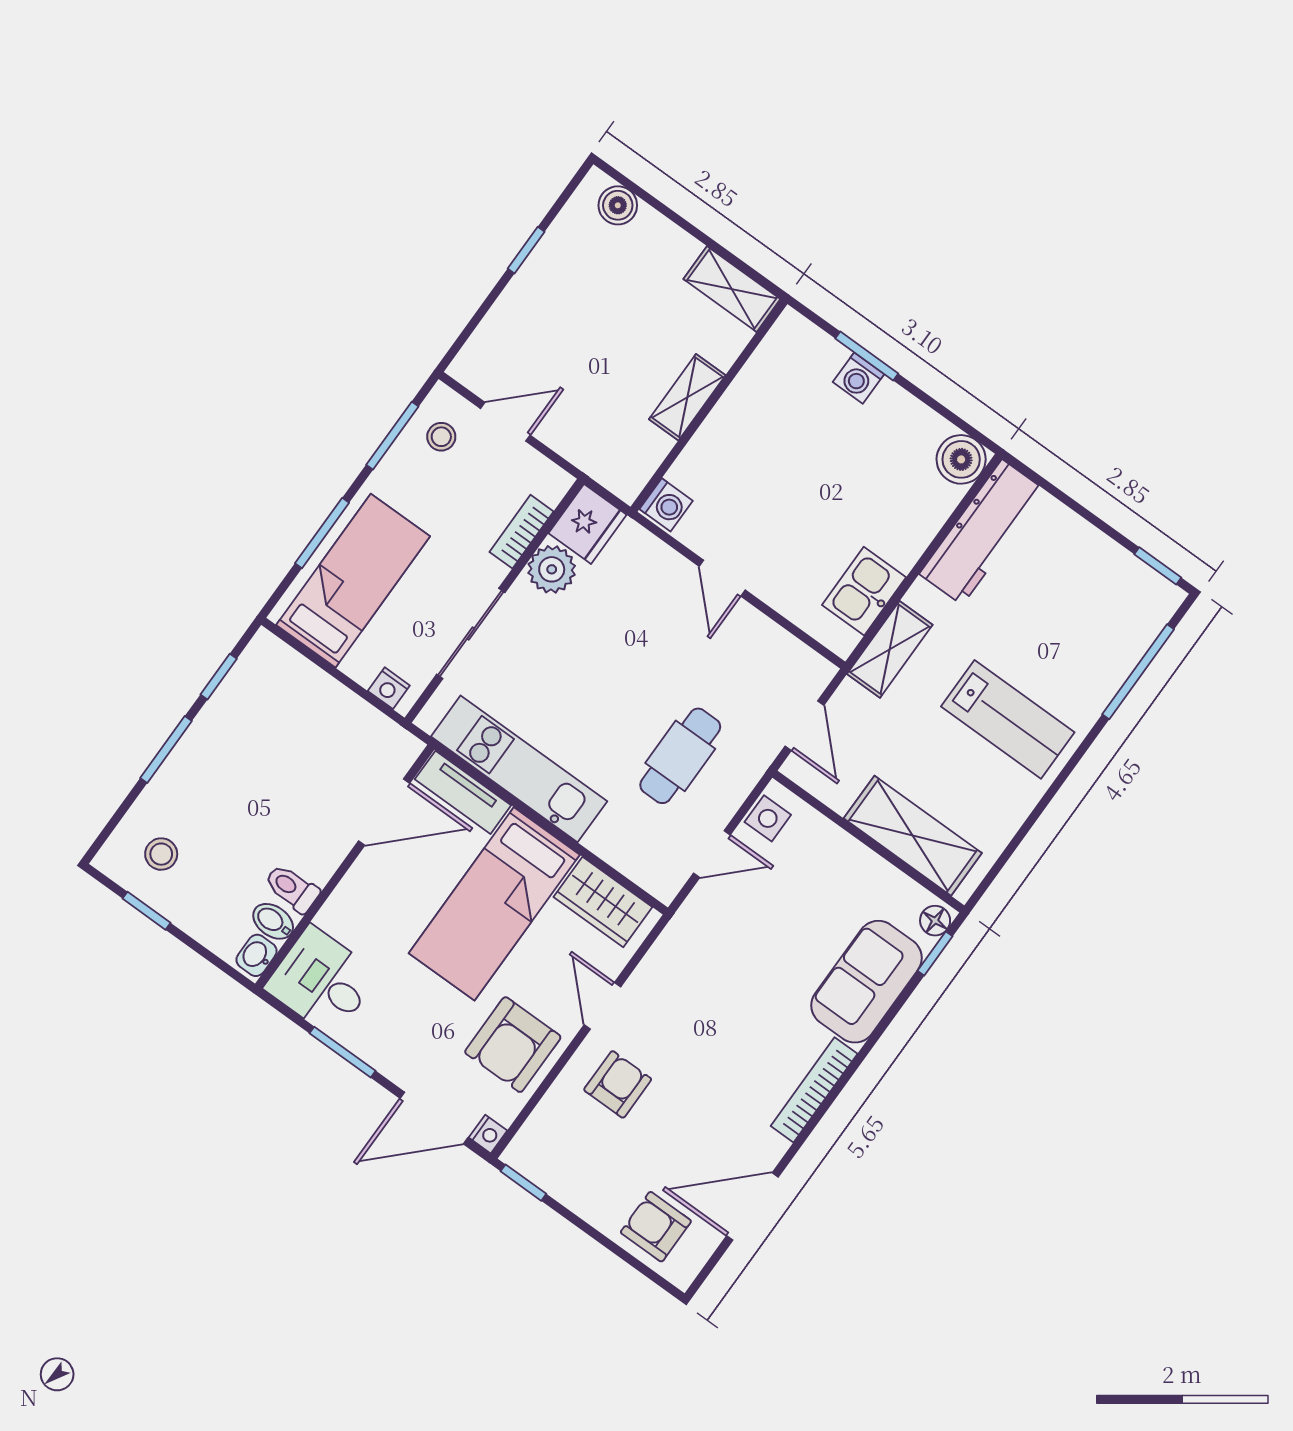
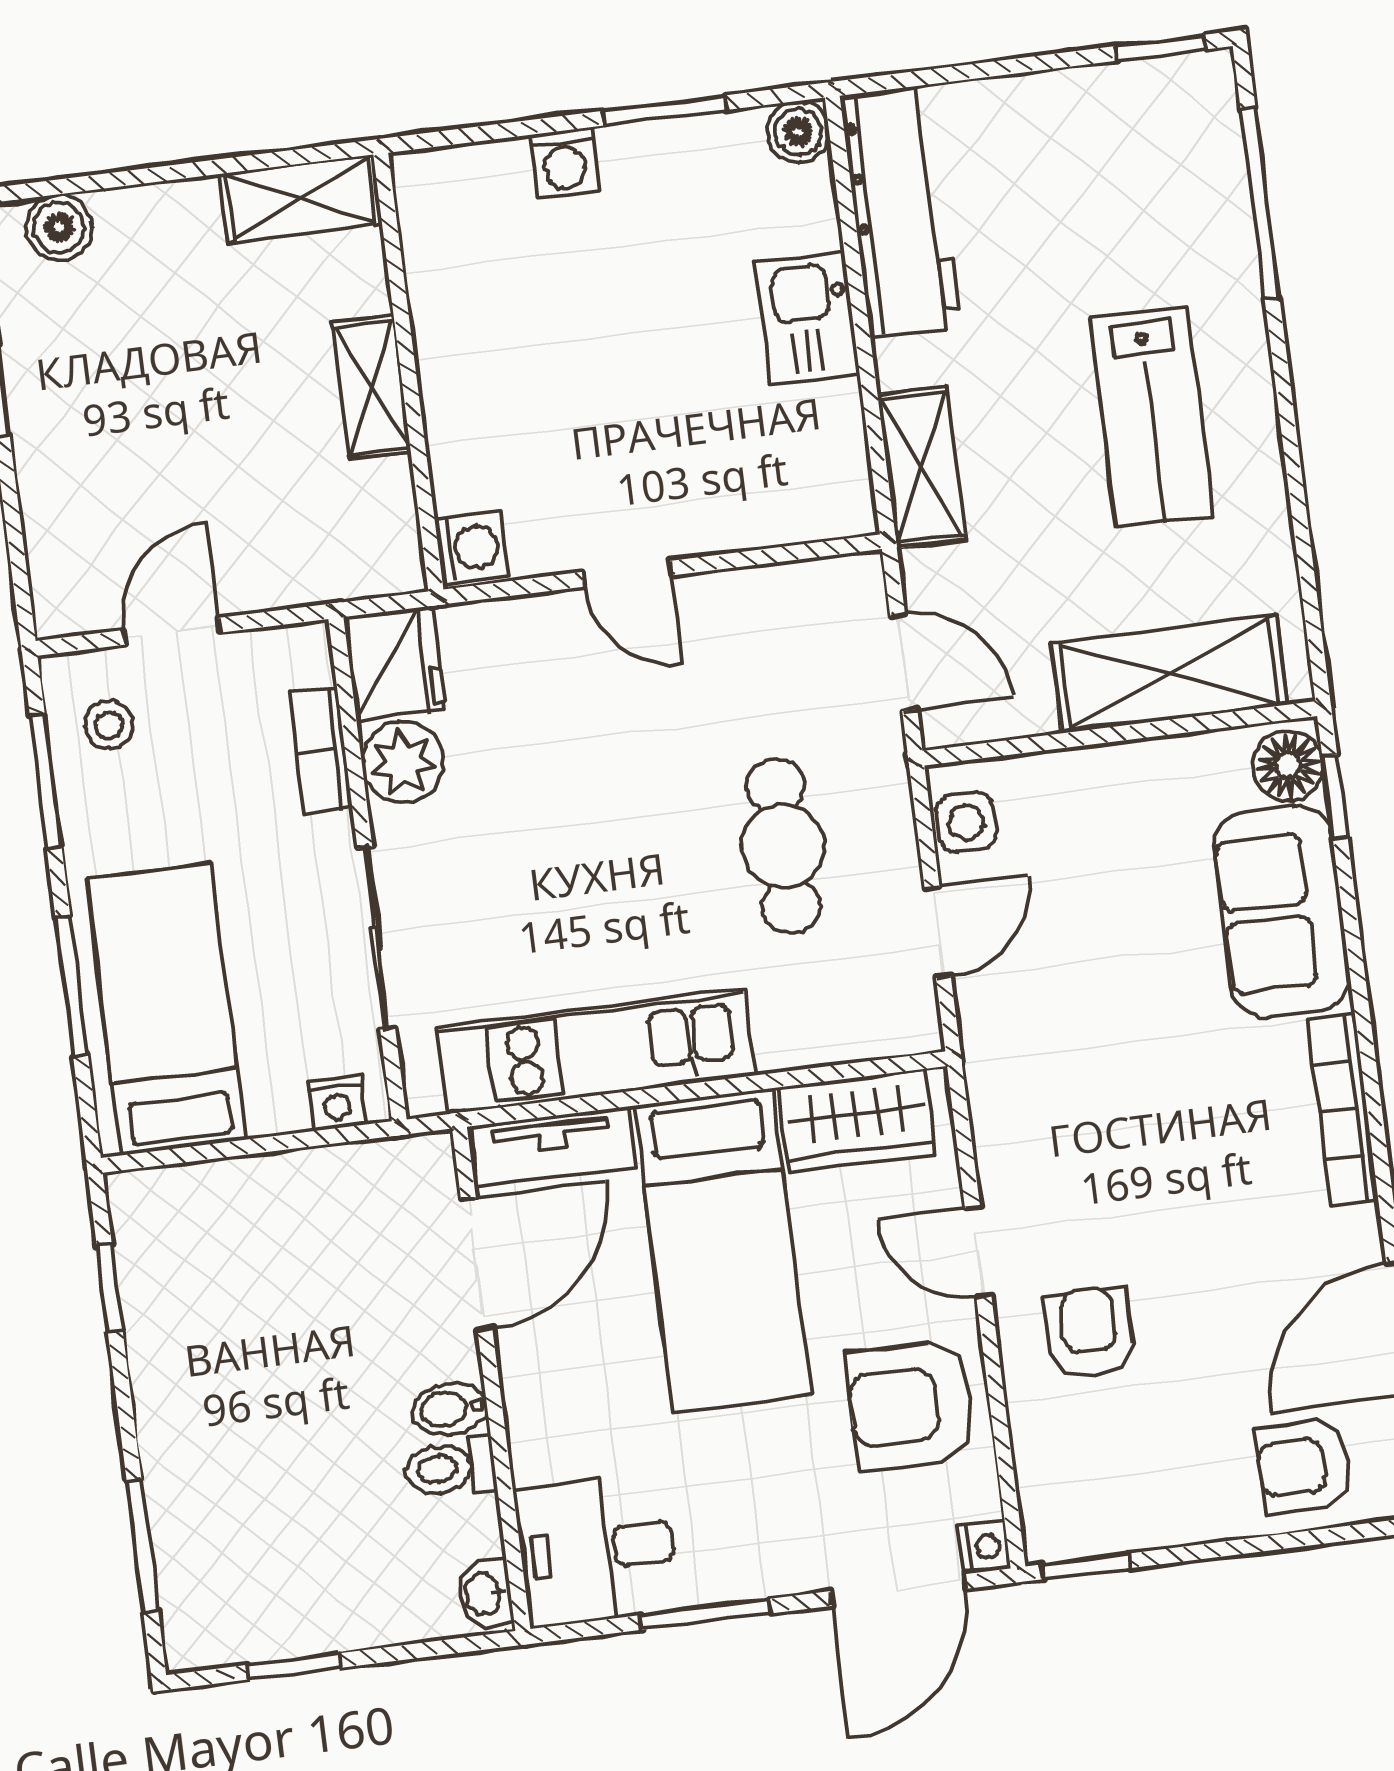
window: (867, 356) -> (665, 110), moved
boiler: (961, 459) -> (798, 132), width x0.73, depth x0.73
kitchen sink: (864, 591) -> (808, 318), moved
lab bench: (1008, 719) -> (1152, 417), turned 90
window: (166, 749) -> (142, 1546), moved
stool: (161, 854) -> (246, 1578), removed
bidet: (273, 921) -> (450, 1409), moved
floor lamp: (935, 921) -> (1288, 765), width x1.37, depth x1.37
armchair: (513, 1045) -> (911, 1405), turned 90

